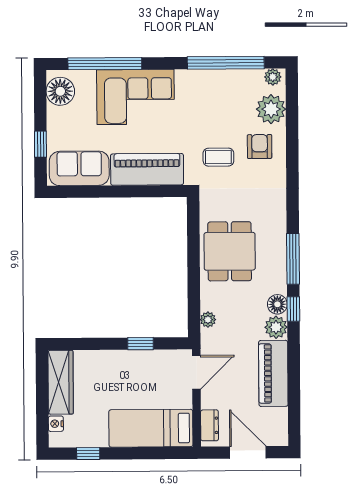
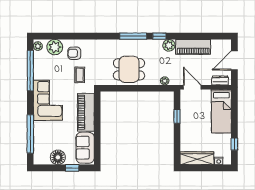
floor lamp: (60, 91) -> (58, 157), moved
corner sofa: (135, 97) -> (48, 100), moved
floor lamp: (277, 304) -> (157, 44), removed

